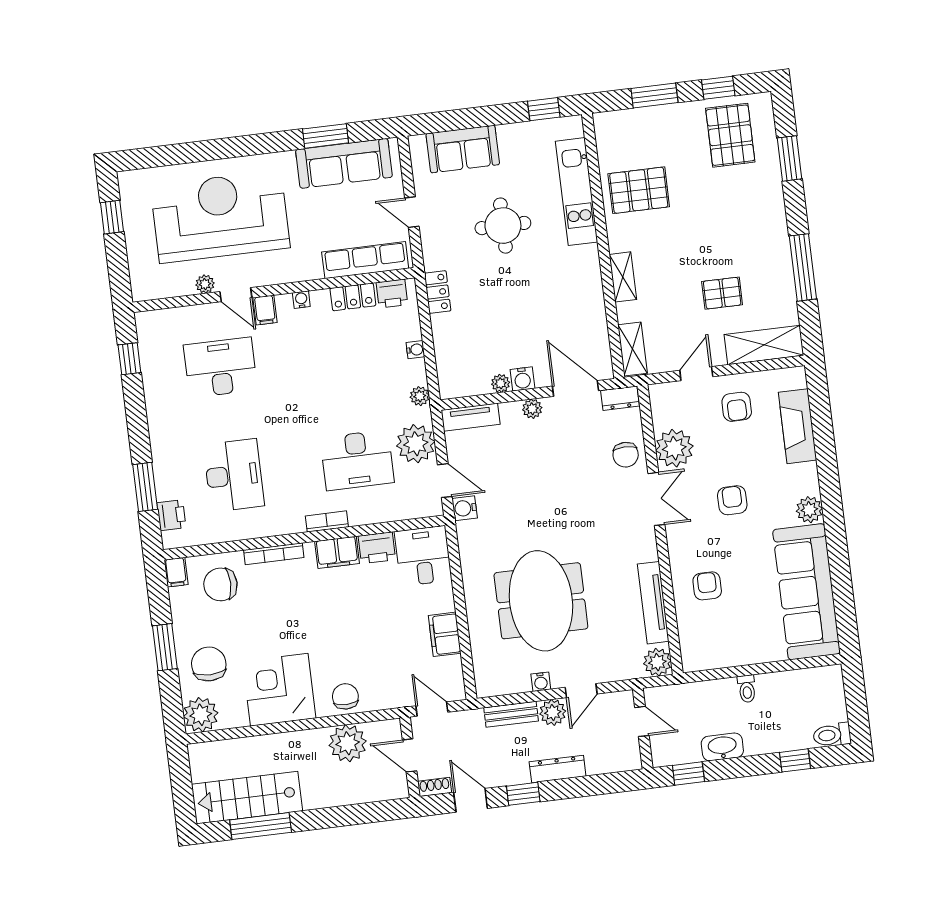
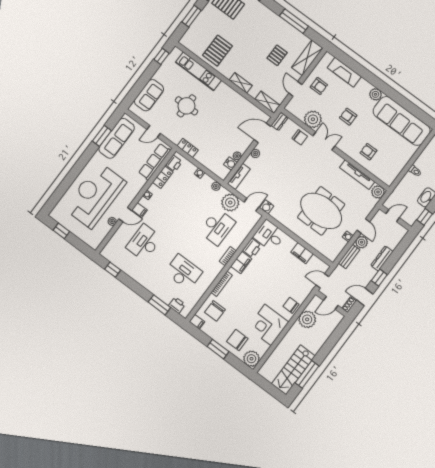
water cooler: (522, 379) -> (230, 164), moved

